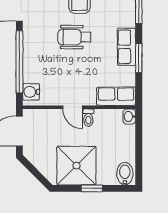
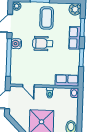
row of seats: (126, 47) -> (75, 38), moved
water cooler: (31, 92) -> (16, 44), moved
door: (73, 107) -> (28, 86), moved

